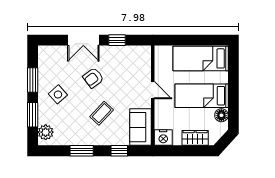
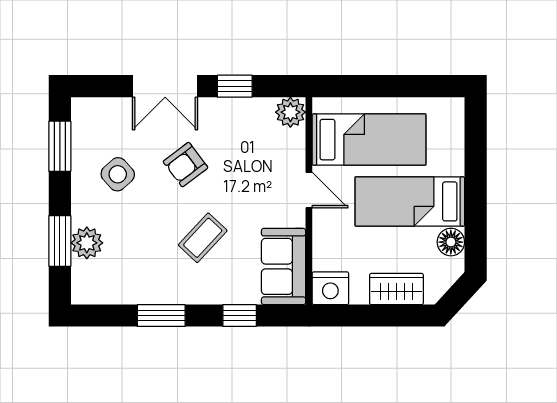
plant: (144, 53) -> (290, 112), added
bed: (201, 58) -> (369, 140), moved, turned 180
window: (33, 80) -> (60, 146), moved
side table: (58, 94) -> (118, 174), moved
plant: (46, 132) -> (87, 243), moved

